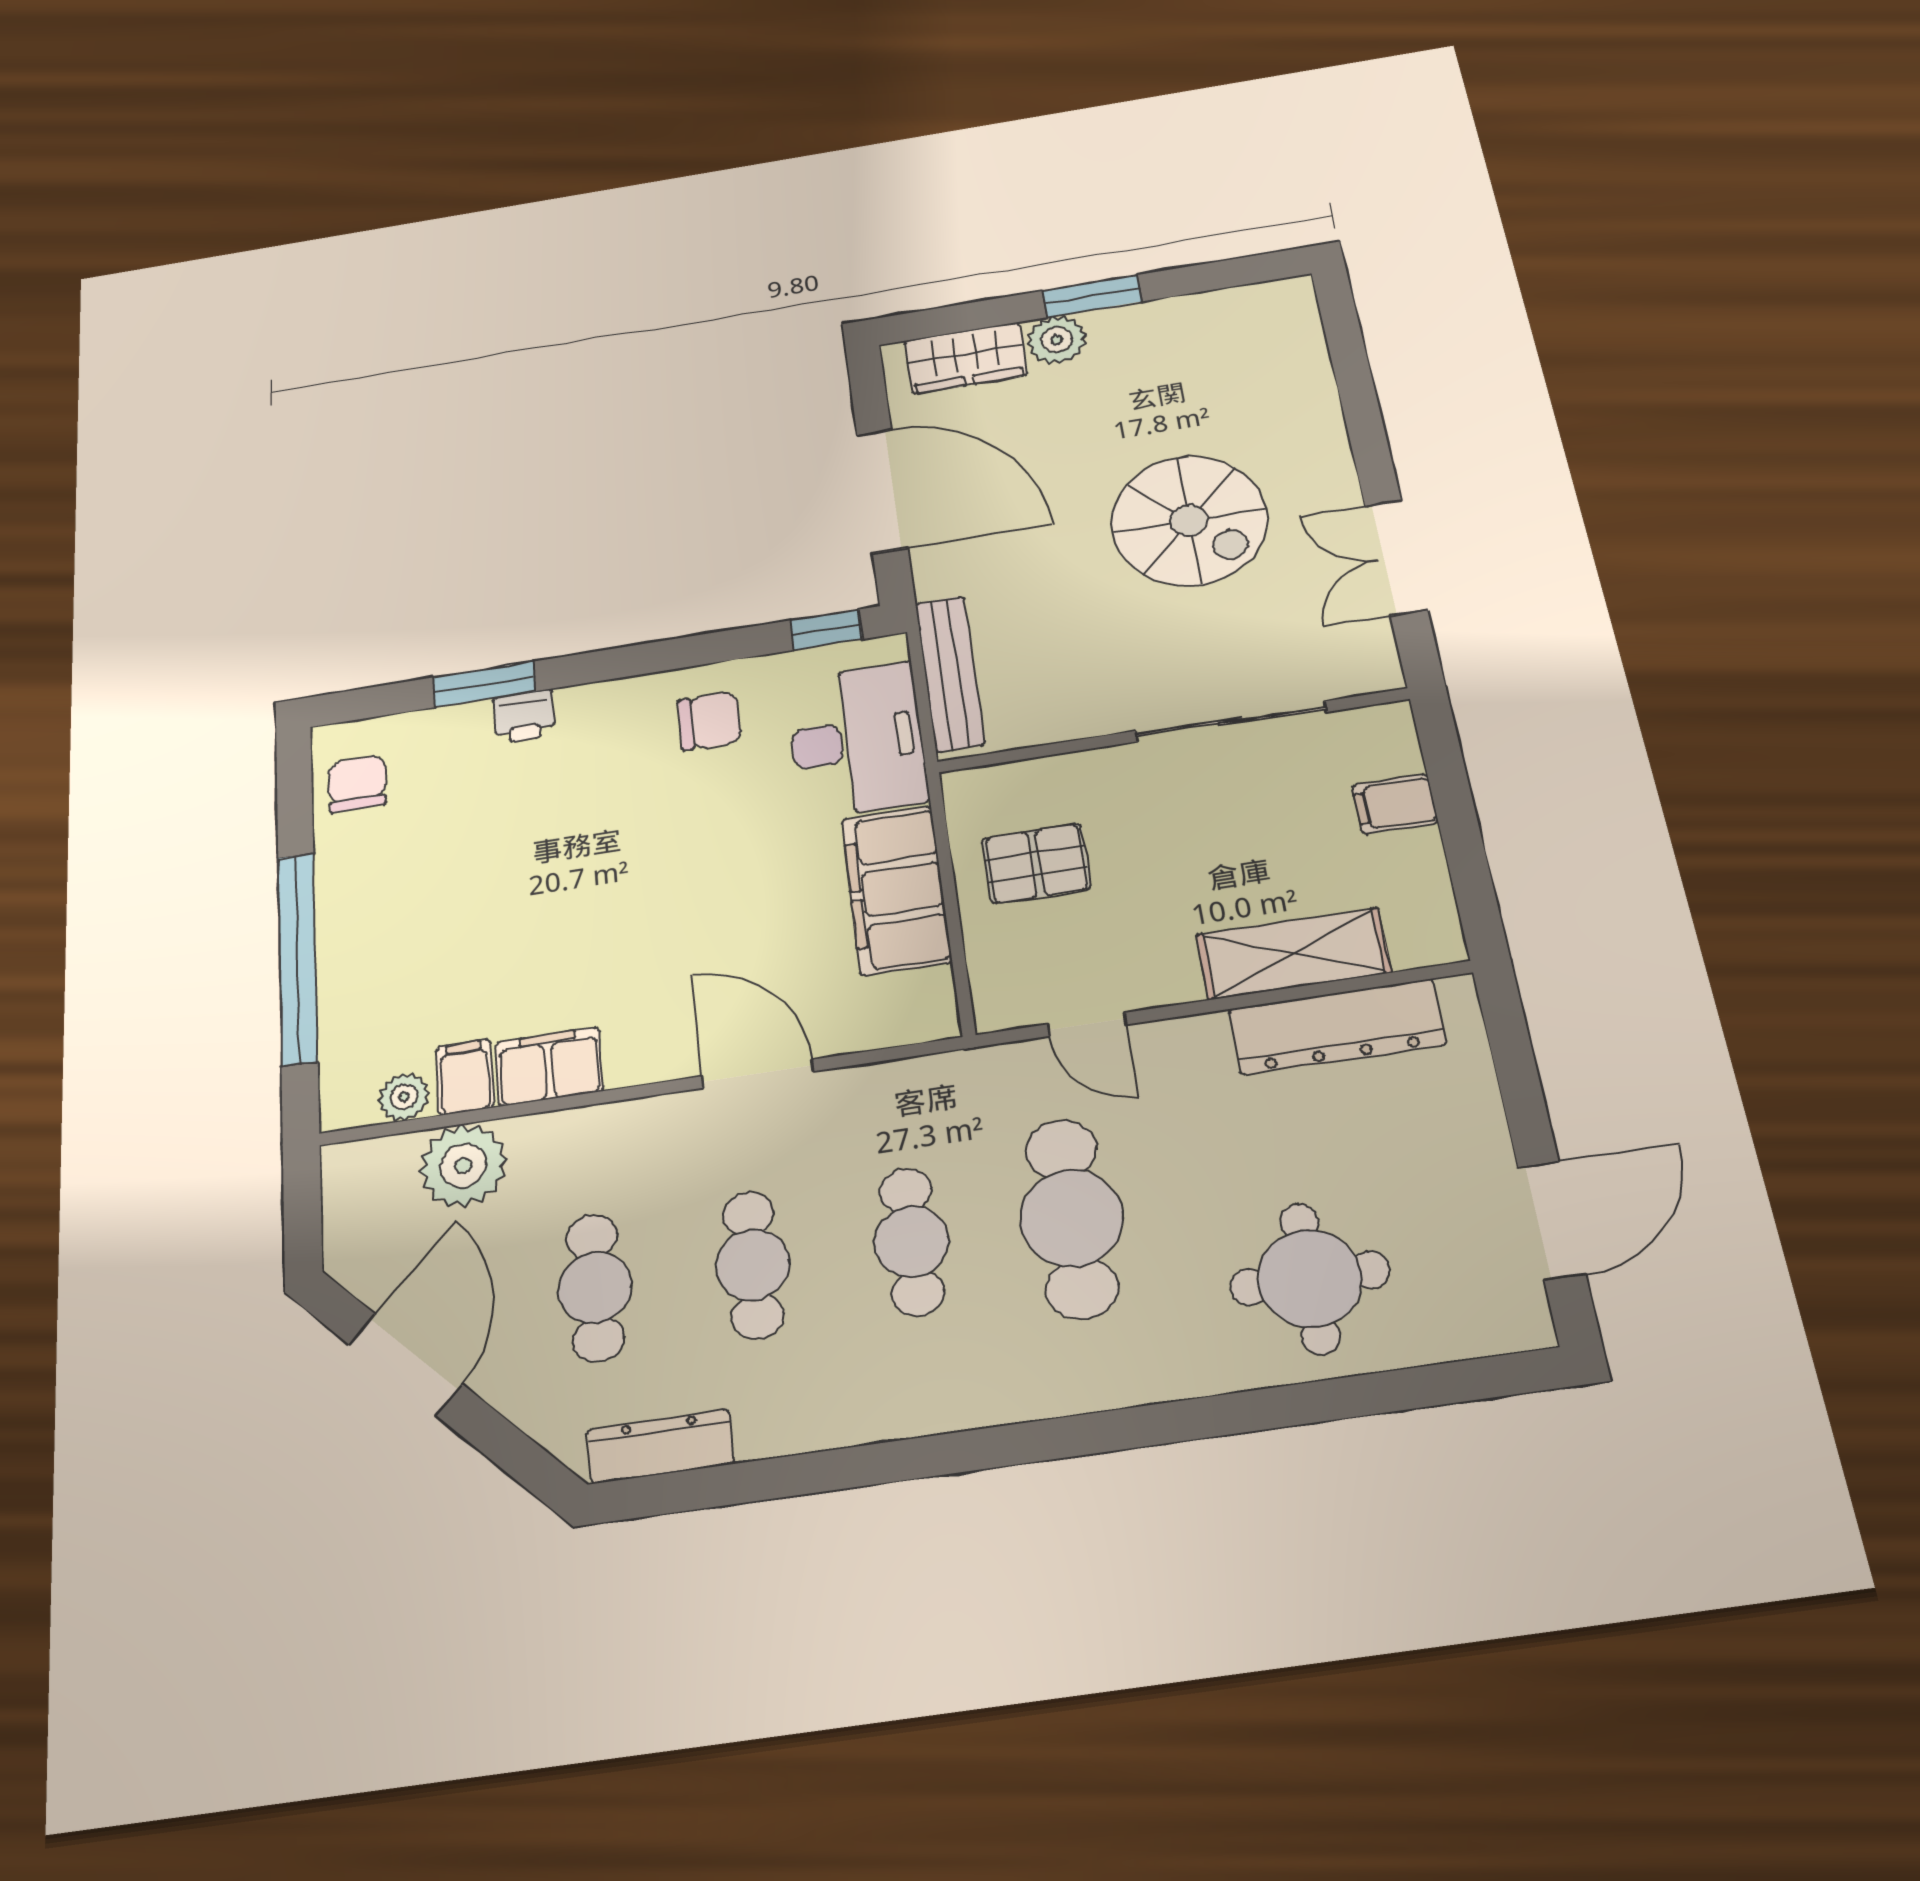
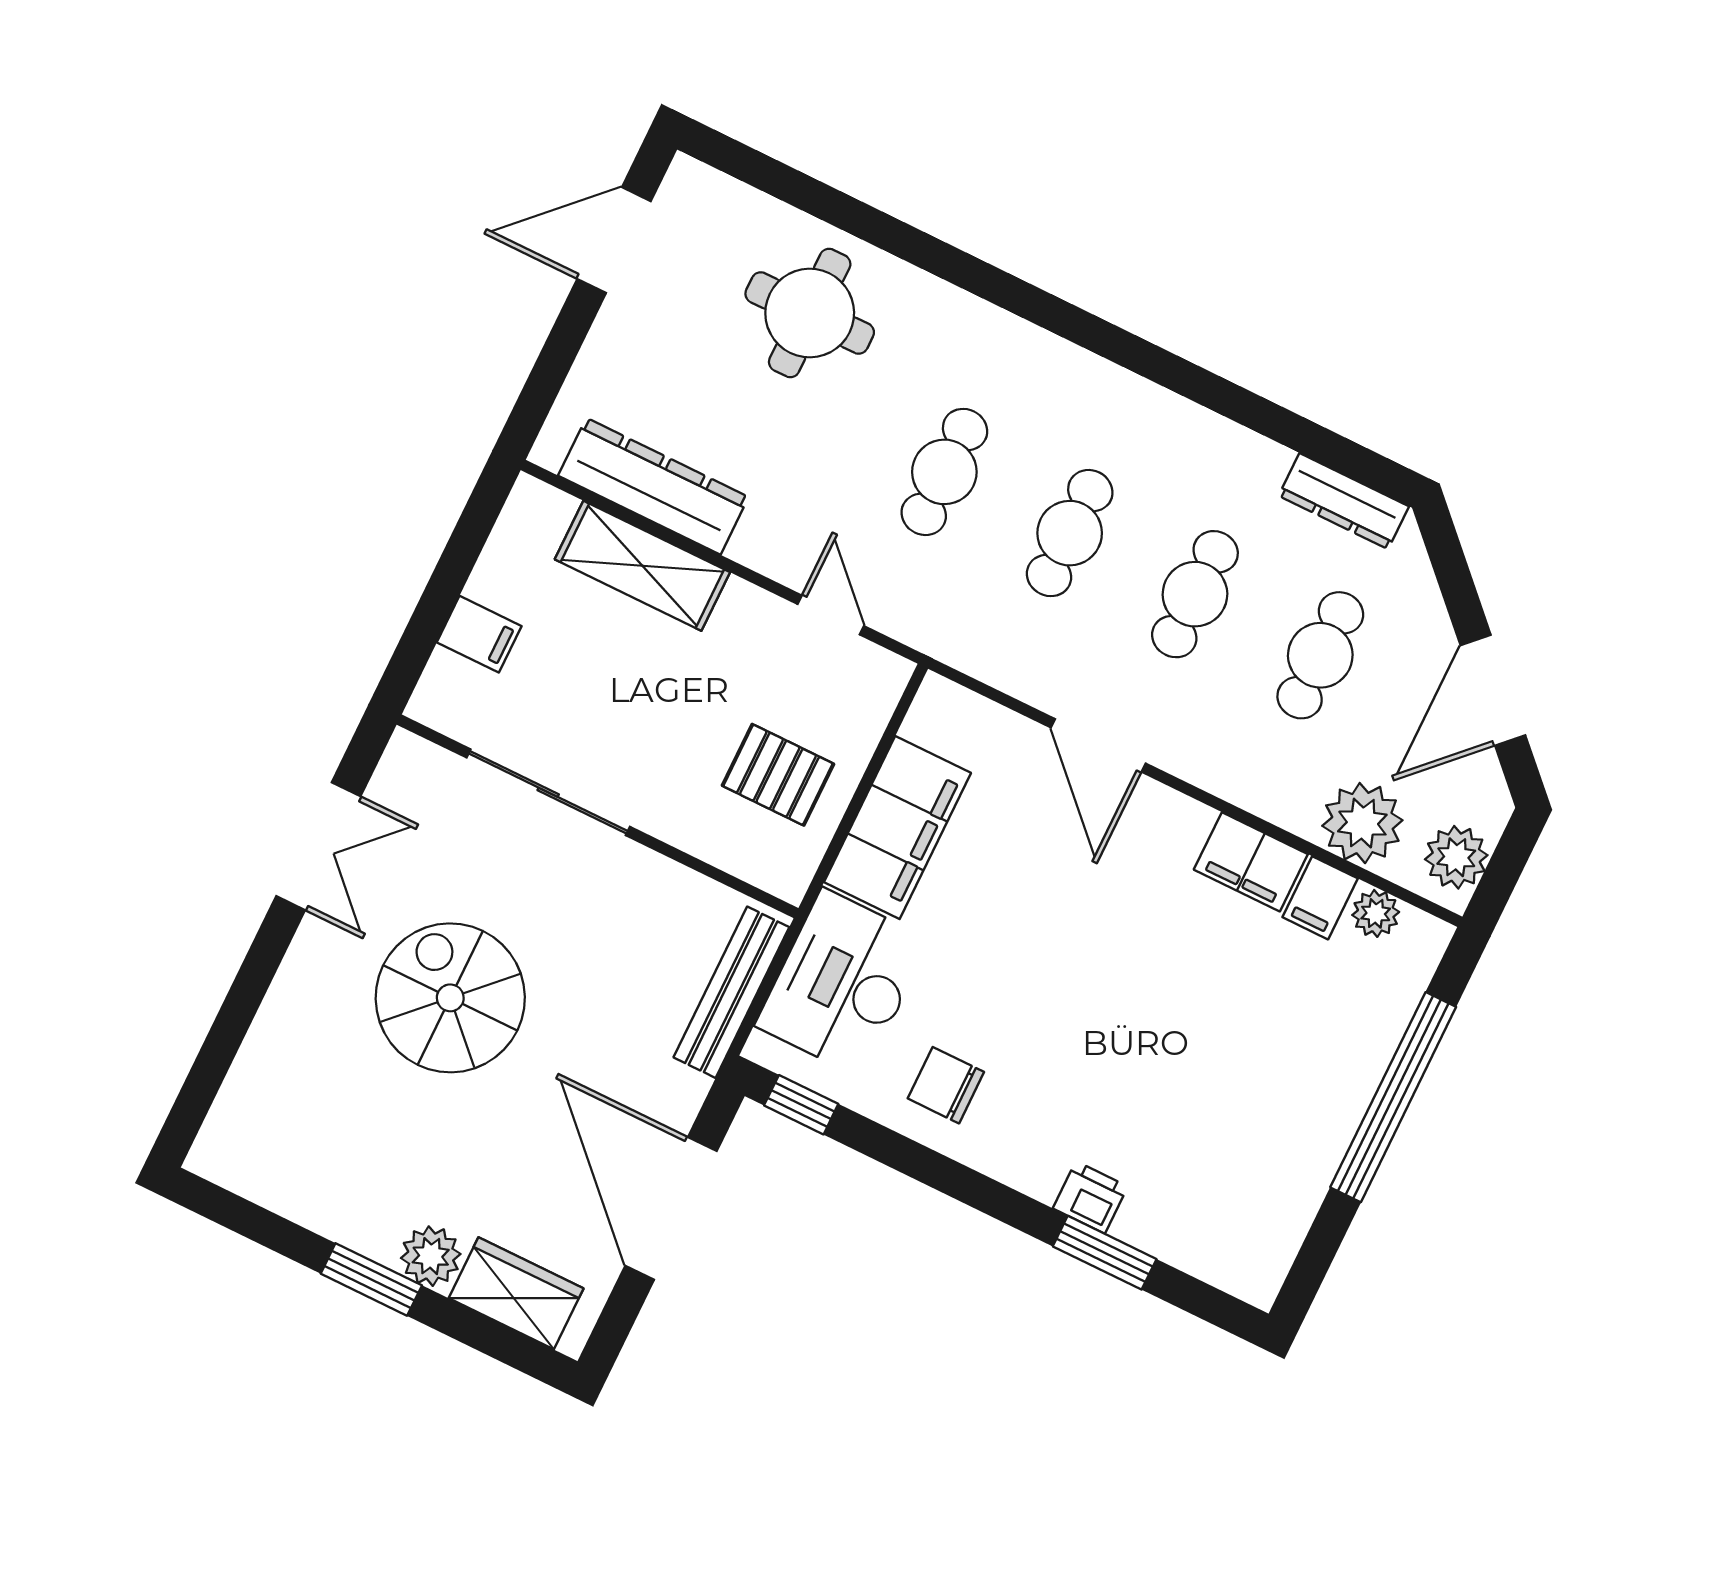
chair: (357, 784) -> (1260, 1229), removed
plant: (355, 1193) -> (1456, 857), added
cafe table: (1072, 1218) -> (944, 472), width x0.73, depth x0.74

